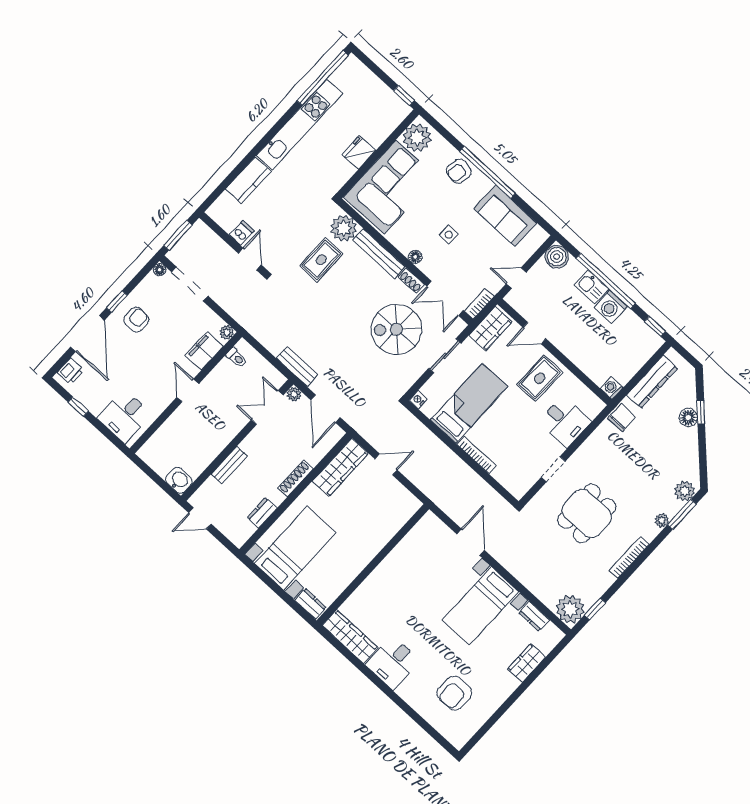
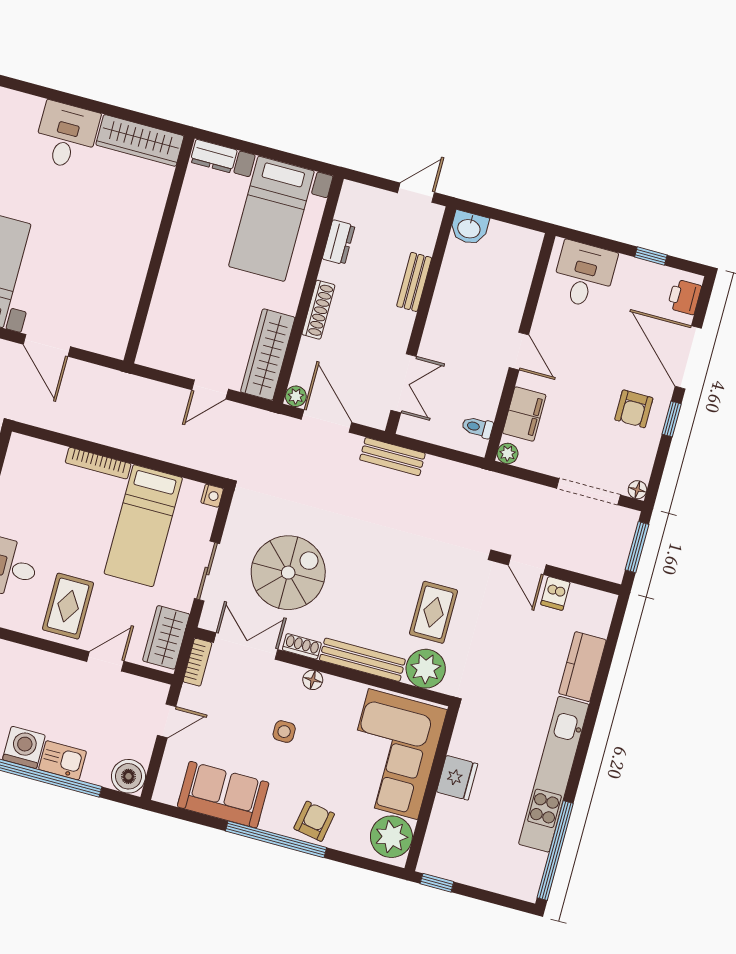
plant: (294, 394) -> (296, 396), moved

